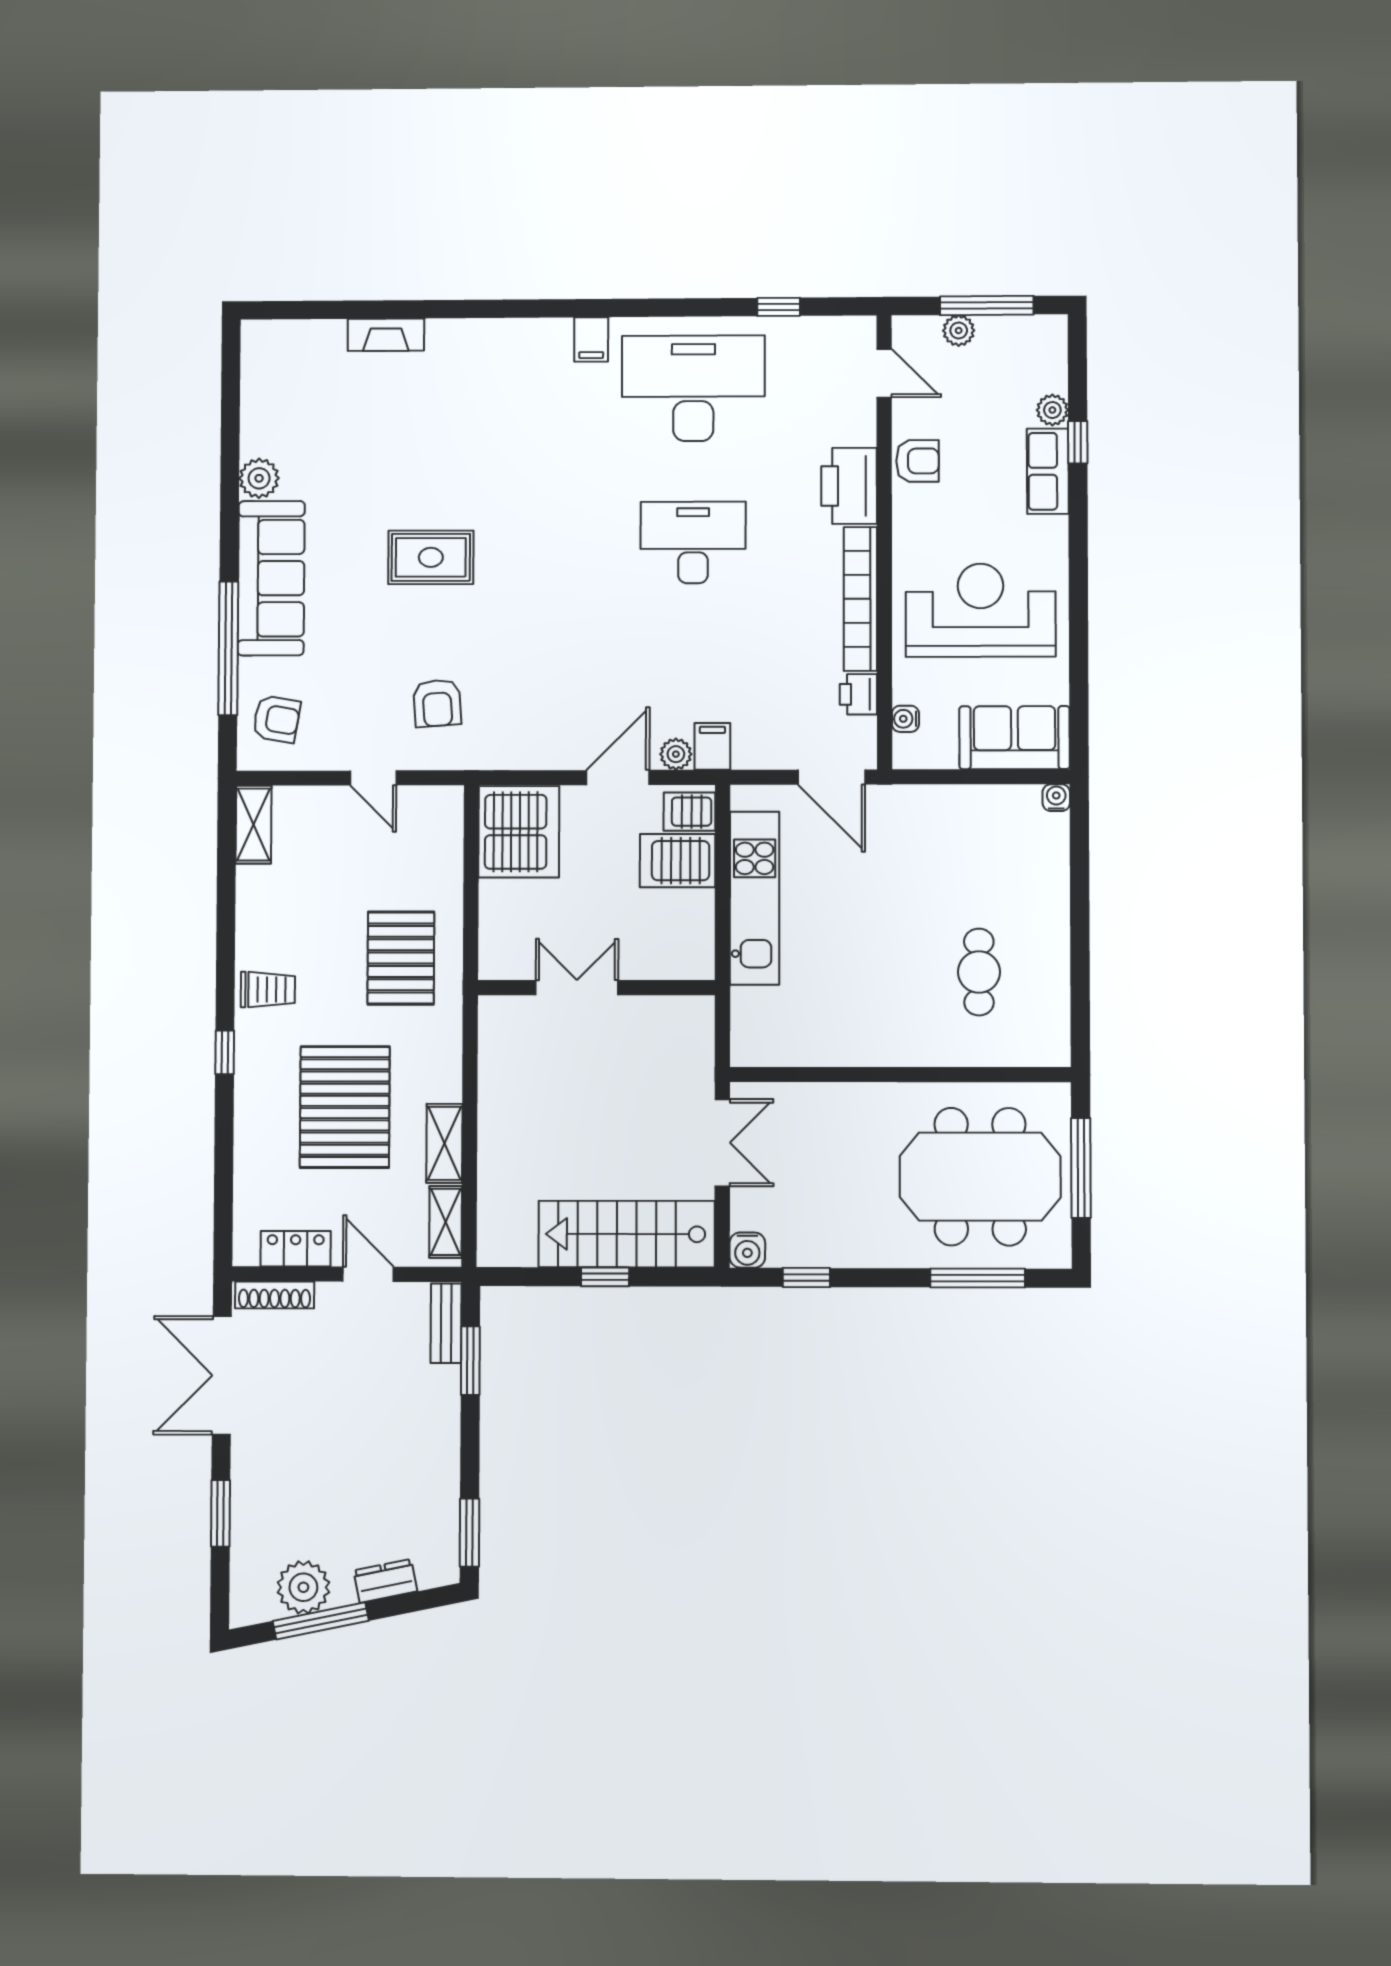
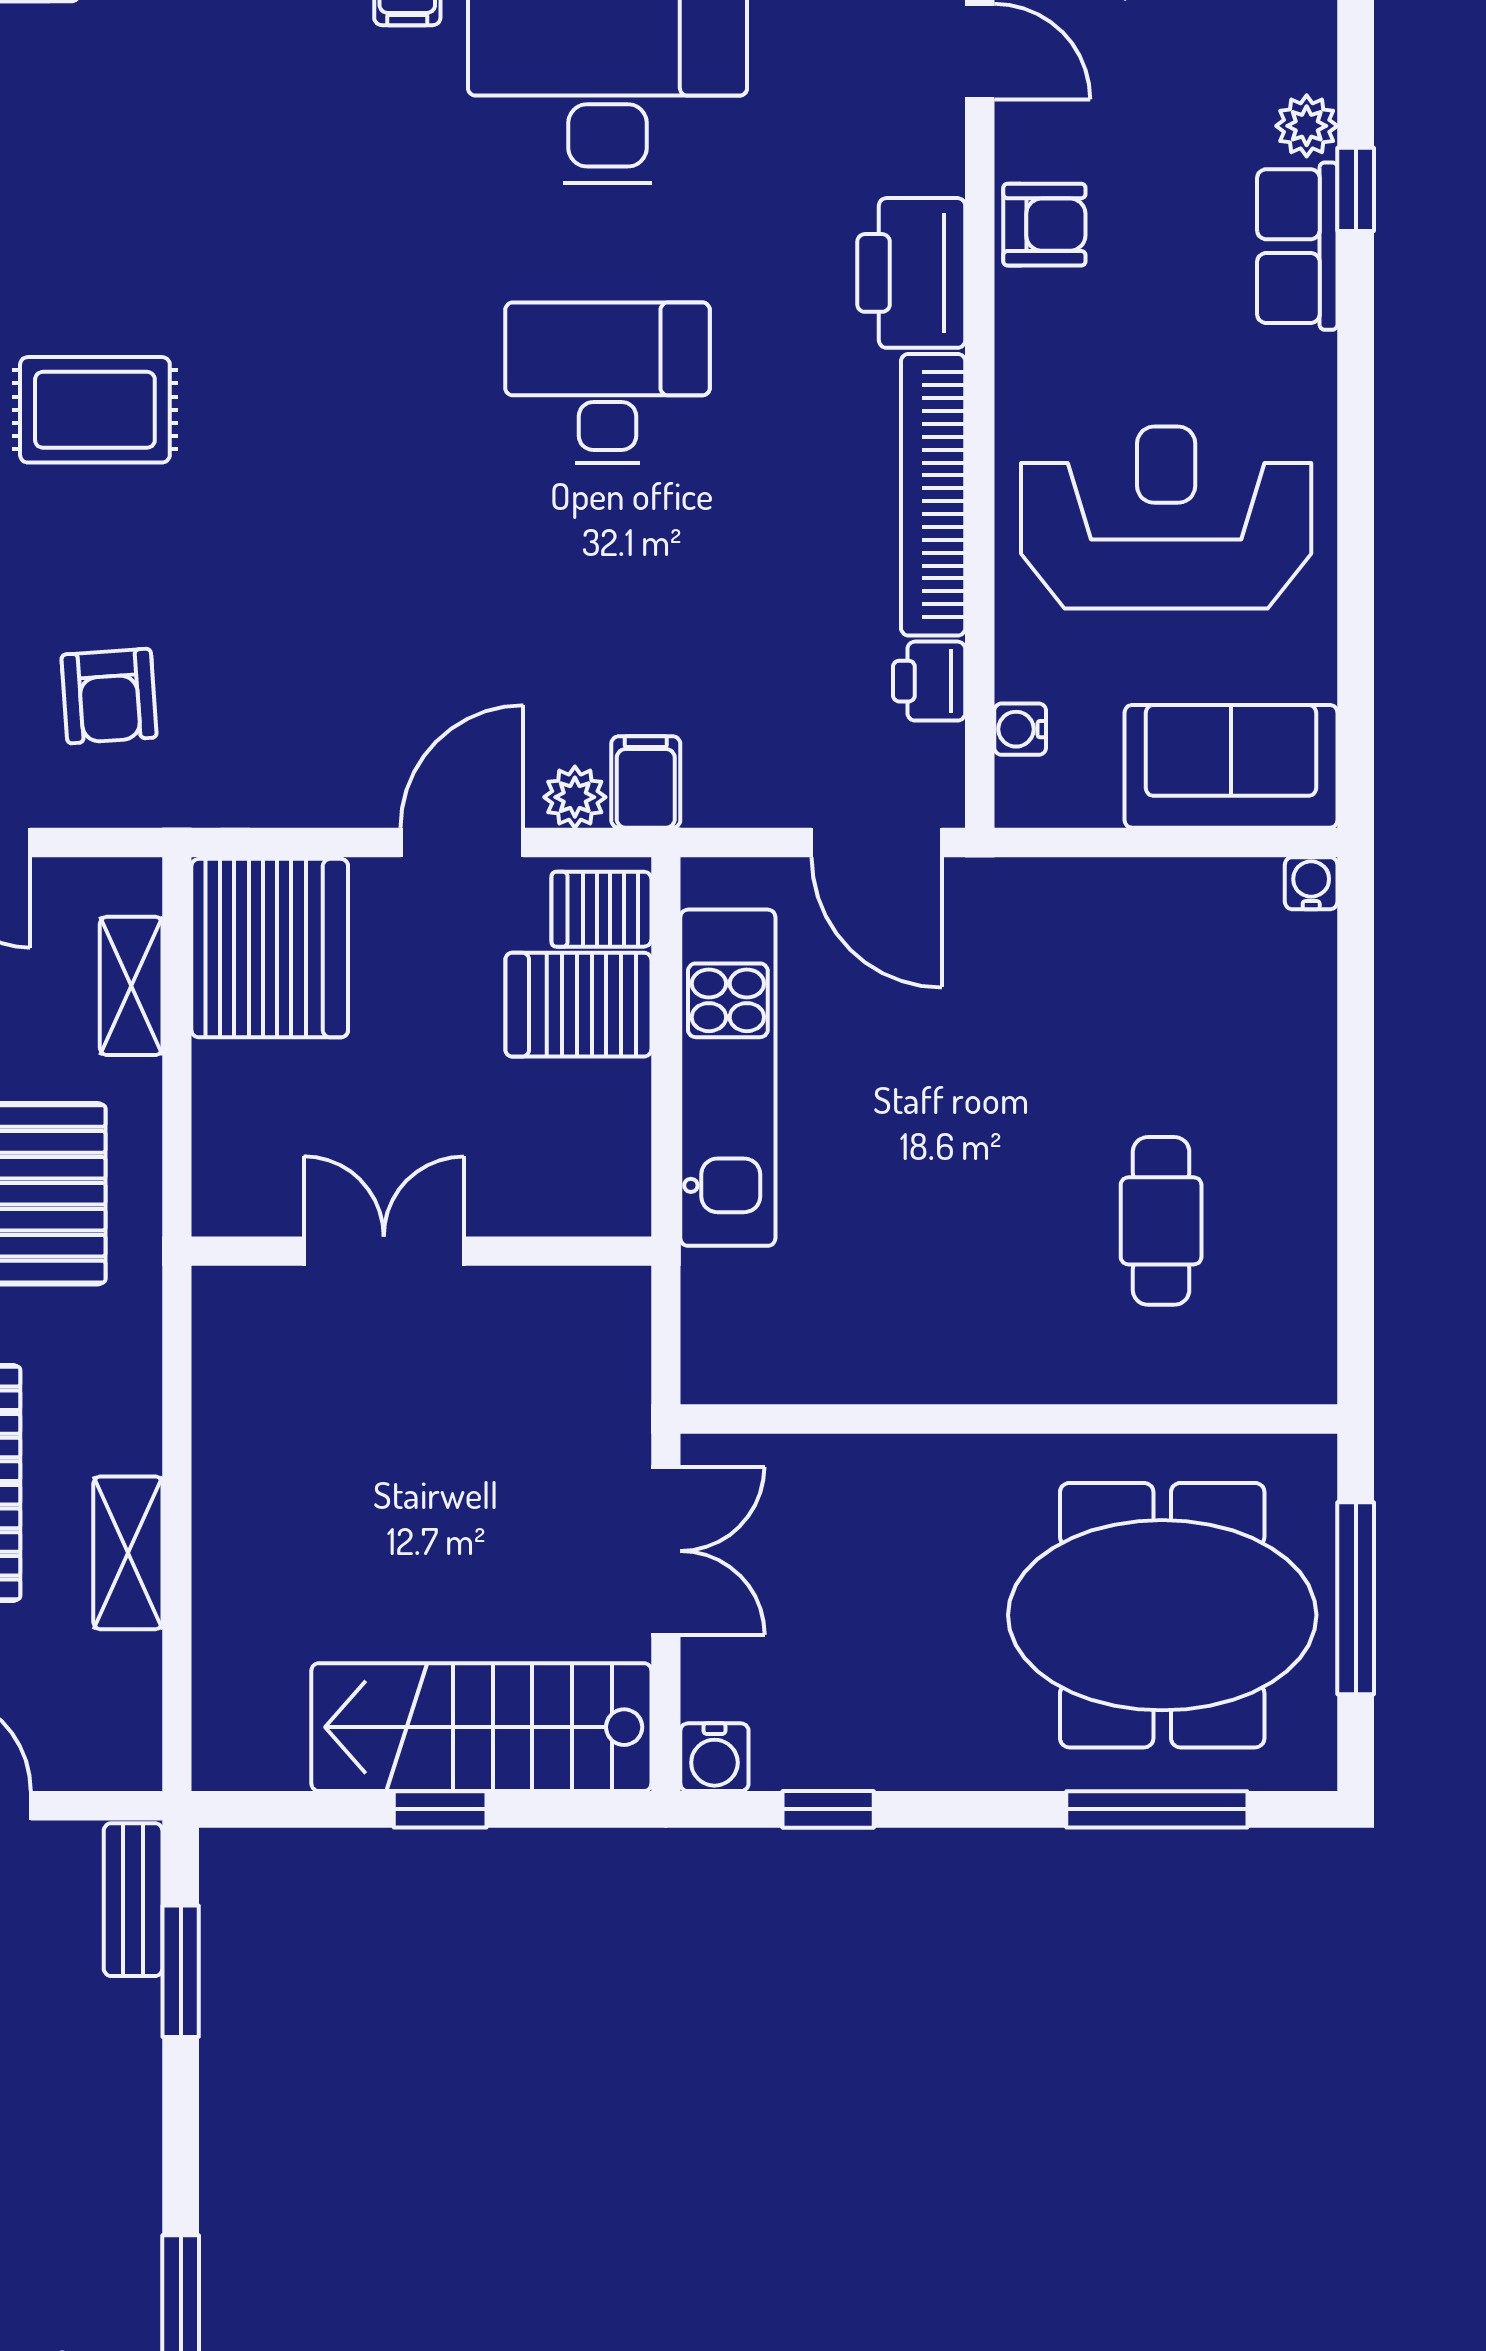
shelving: (446, 1222) -> (131, 986), moved

